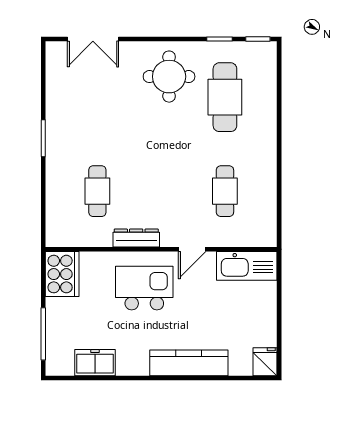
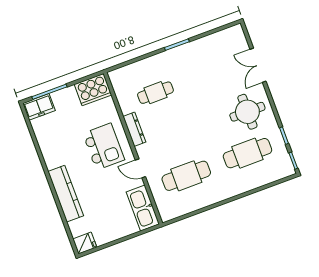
double door: (93, 39) -> (258, 65), moved
cafe table: (225, 191) -> (186, 176), width x1.37, depth x1.35
freezer: (95, 363) -> (39, 107), moved, turned 90

